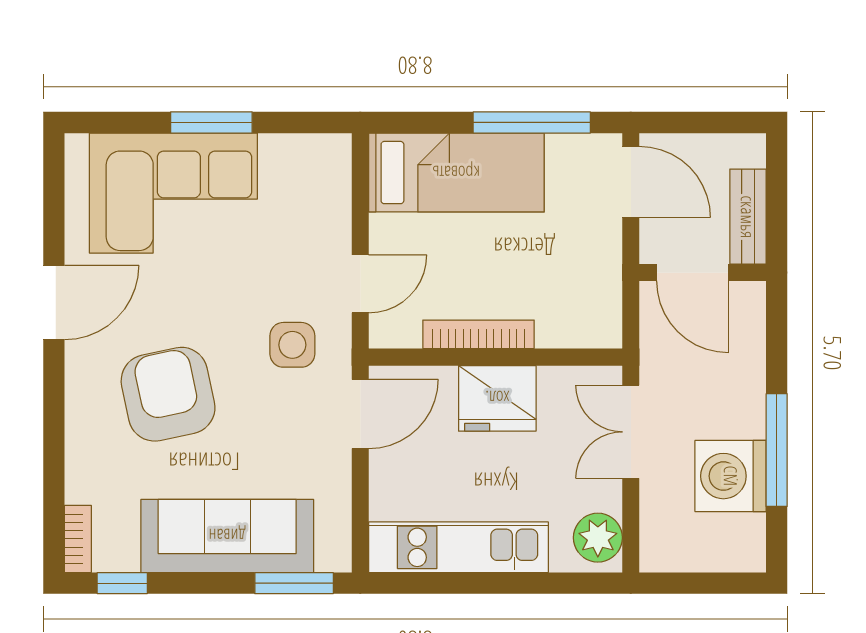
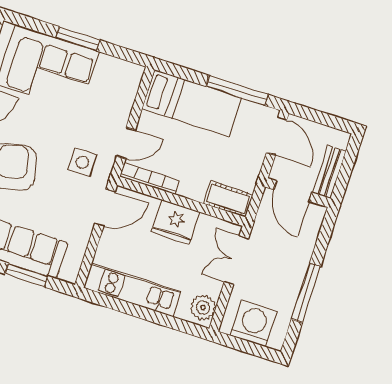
cot: (580, 326) -> (228, 199), added
bookcase: (479, 334) -> (150, 178), moved
washing machine: (731, 476) -> (253, 324), moved, turned 90
window: (294, 583) -> (26, 275), moved

